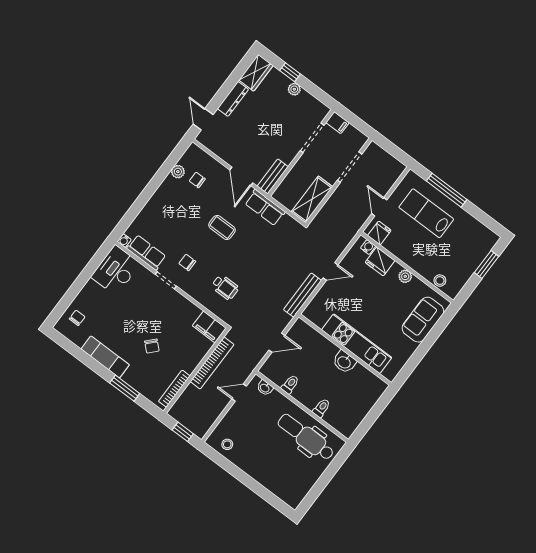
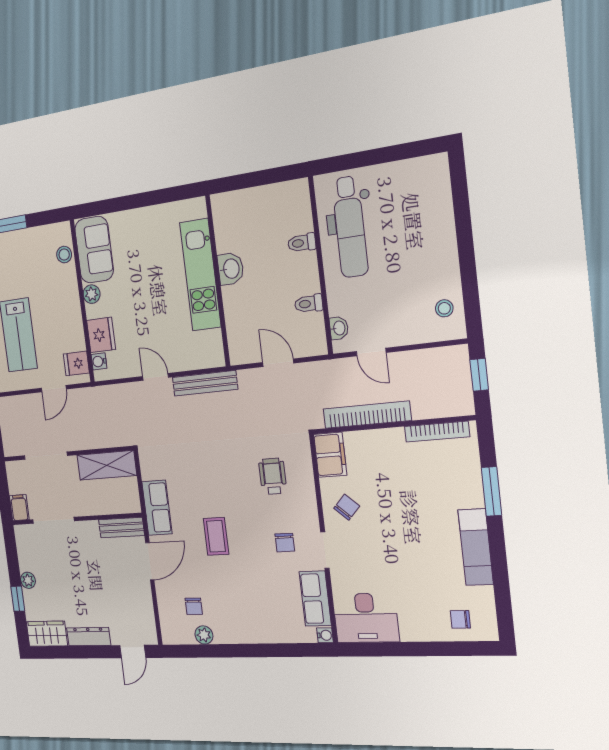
sofa: (423, 320) -> (94, 250), moved, turned -90
chair: (152, 346) -> (347, 507), moved

